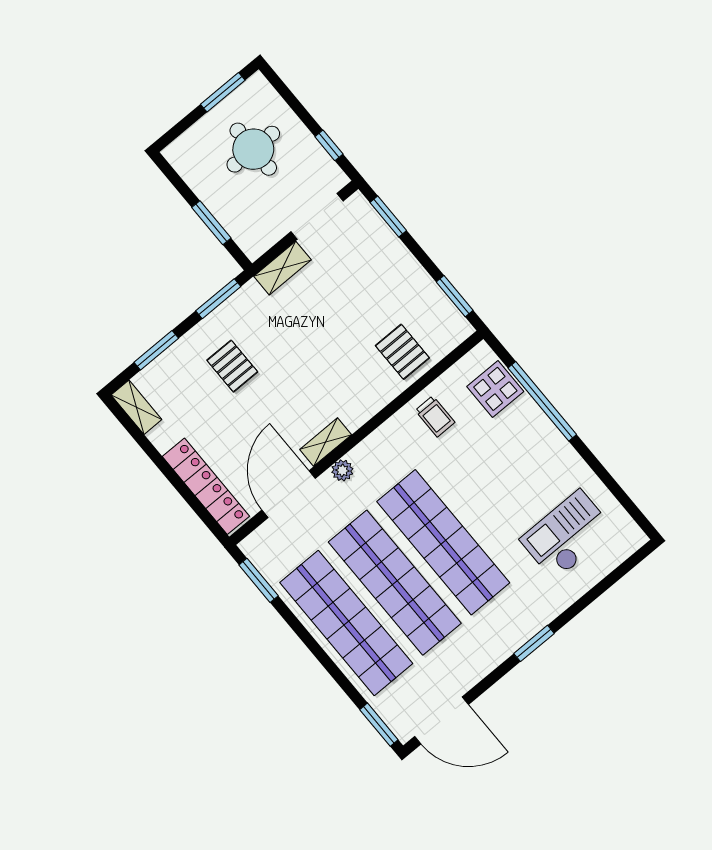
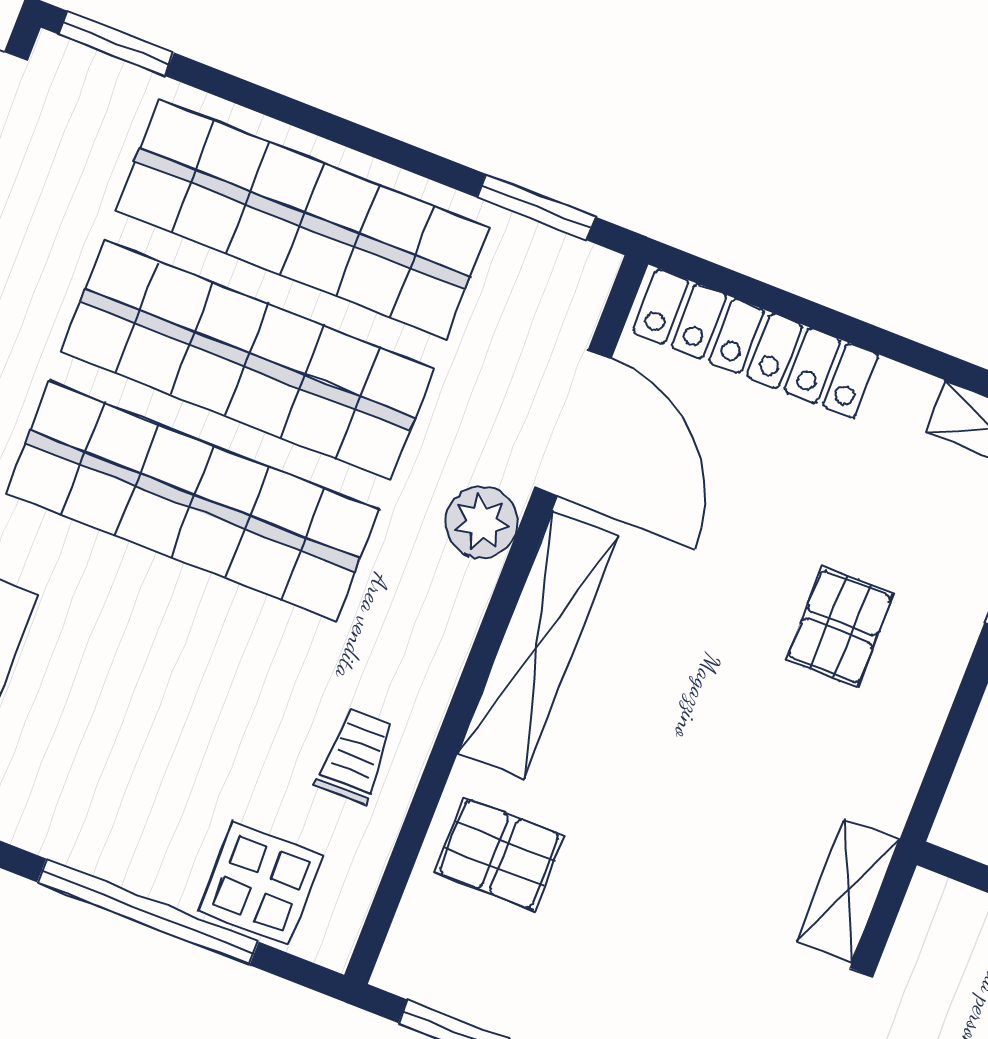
window: (218, 299) -> (947, 752), removed
pallet: (232, 366) -> (840, 627), turned 90
trolley: (435, 416) -> (356, 756), turned 90
shelving: (326, 442) -> (538, 645), width x2.20, depth x1.33
plant: (342, 470) -> (482, 522), width x1.38, depth x1.38

